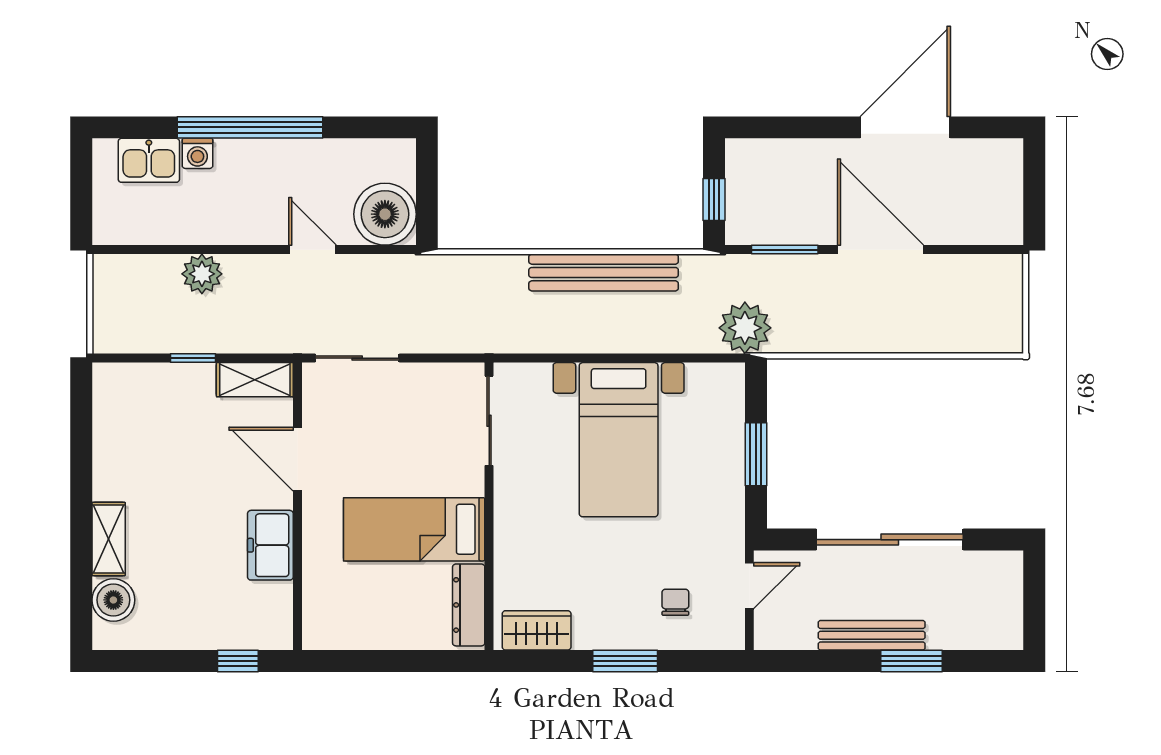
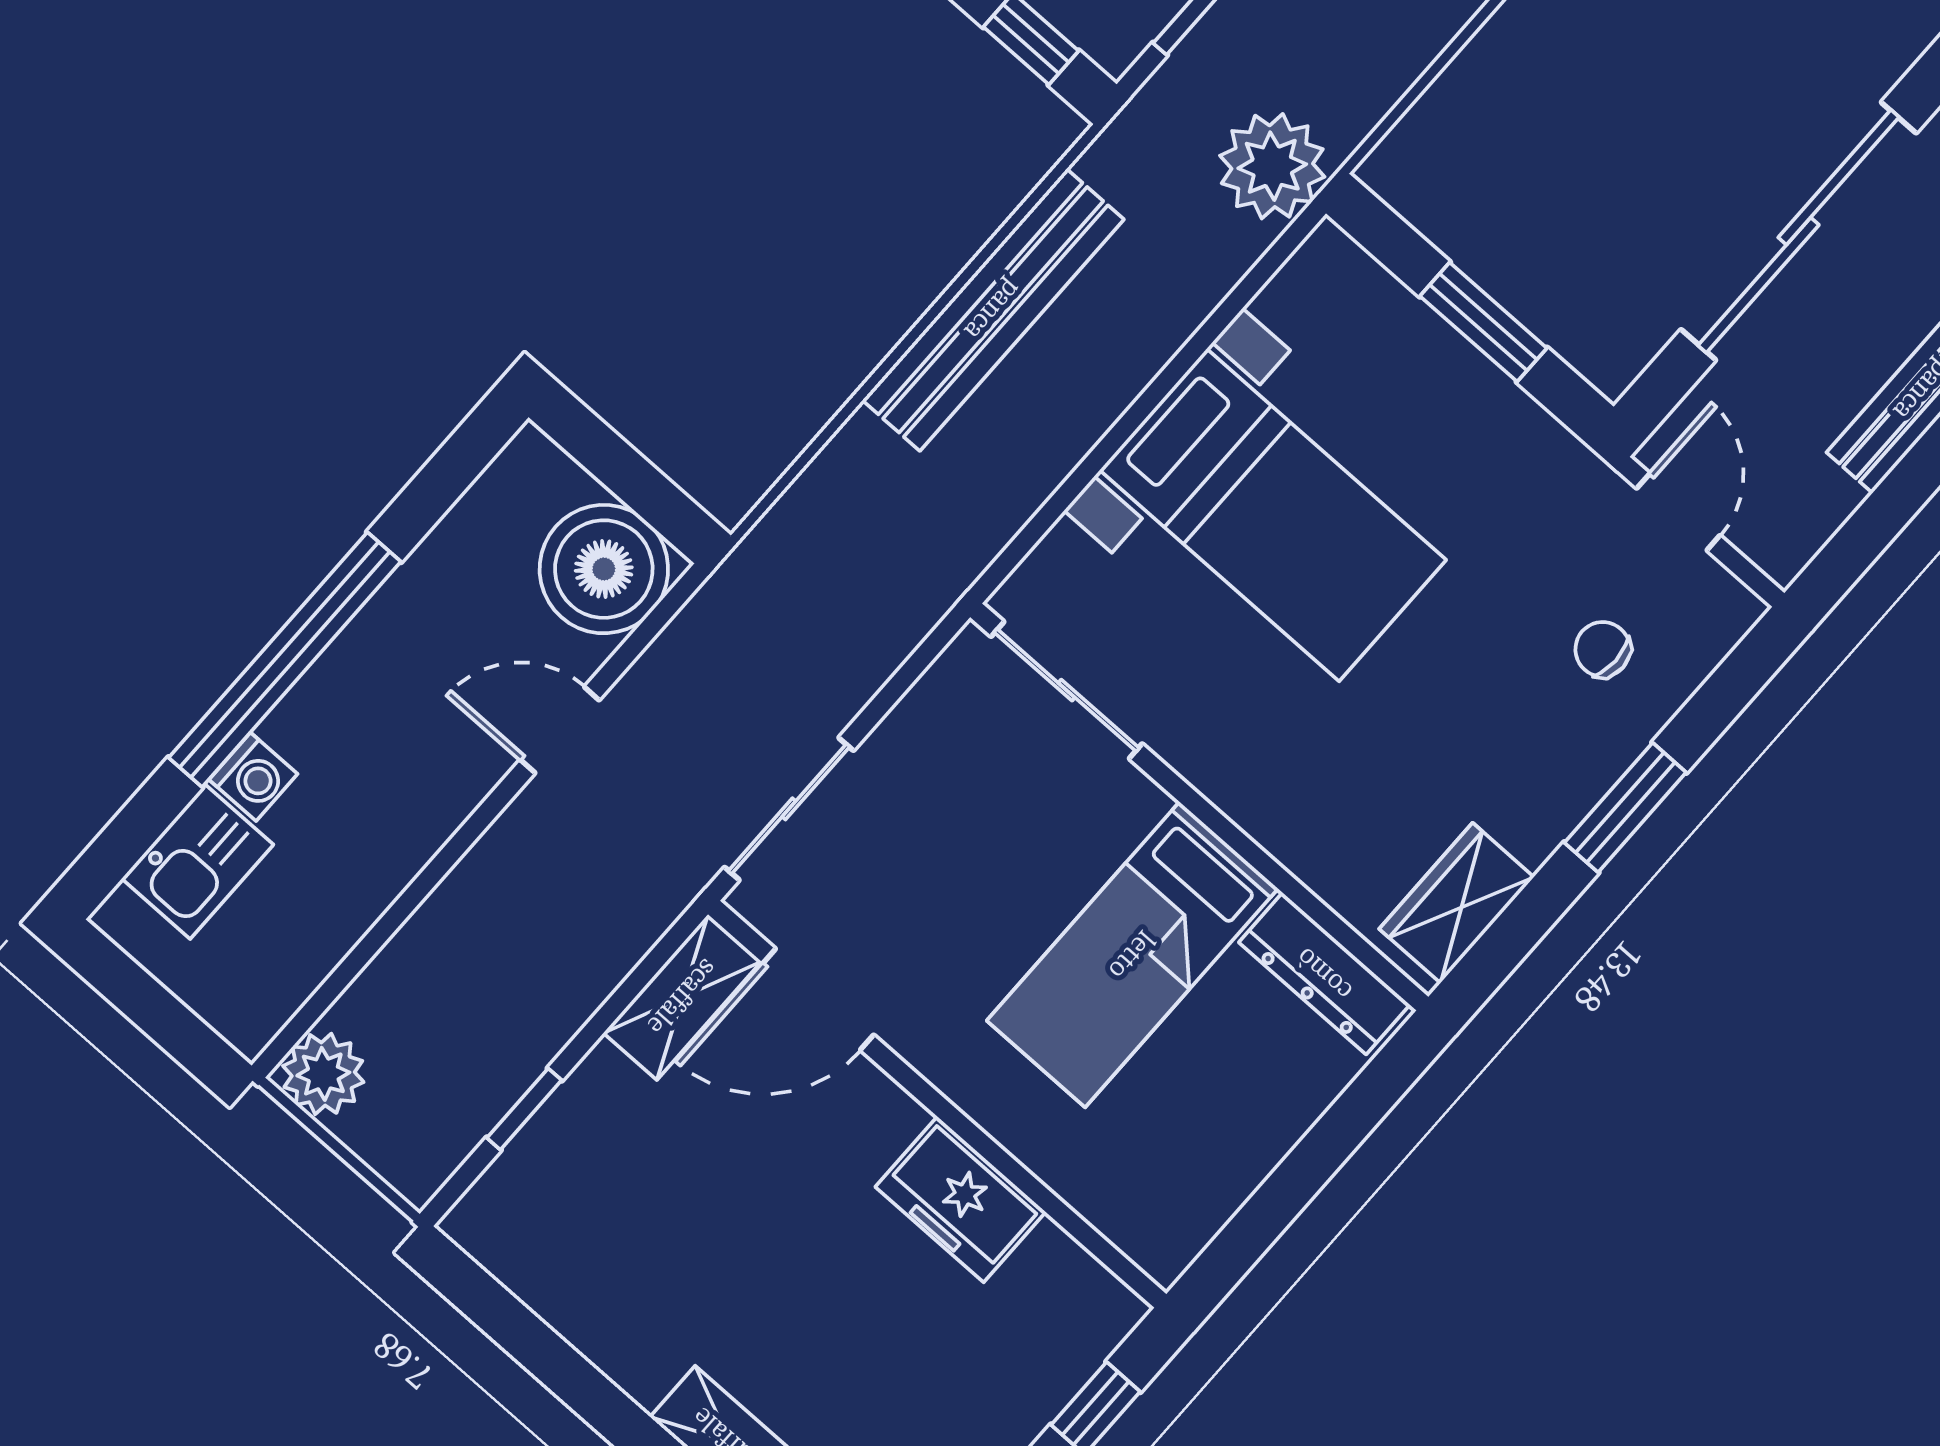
plant: (202, 274) -> (323, 1074), moved
window: (193, 358) -> (524, 1109), moved
door: (297, 459) -> (818, 999), moved

